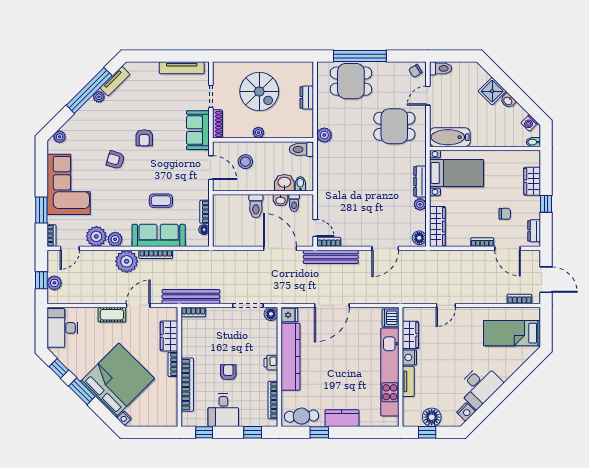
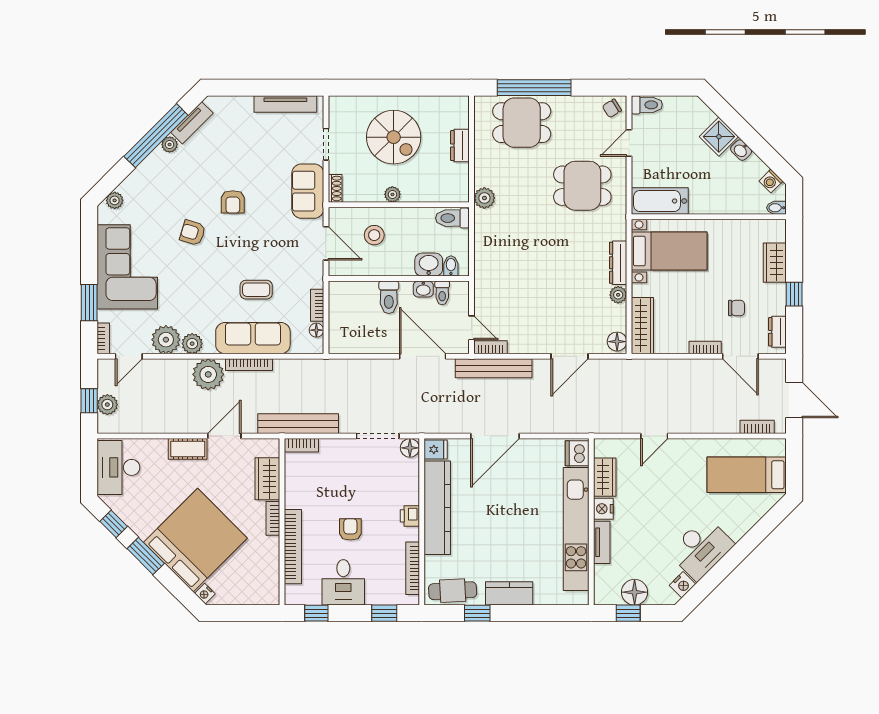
shoe rack: (217, 124) -> (335, 188), width x0.70

